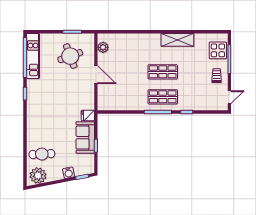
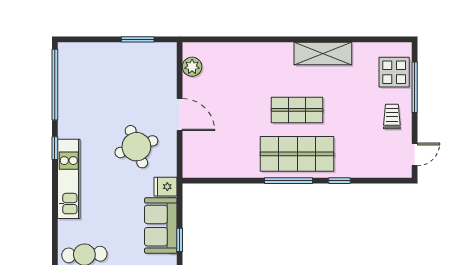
kitchen unit: (33, 56) -> (69, 179), moved
round table: (70, 56) -> (136, 147), moved
shop shelf: (163, 97) -> (297, 154), width x1.43, depth x1.36

